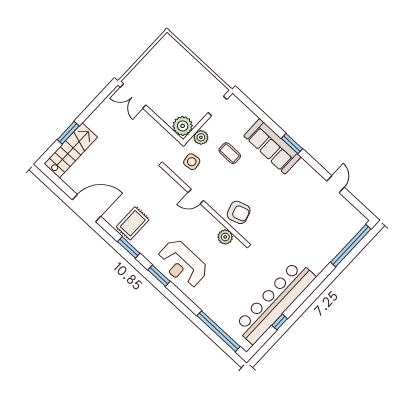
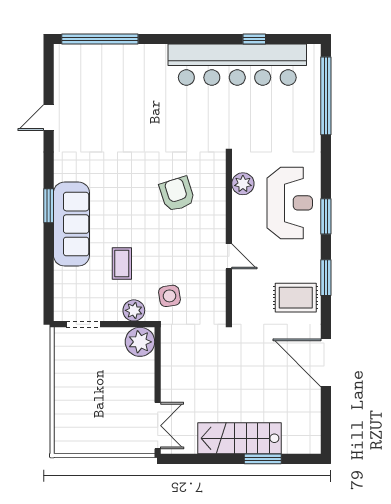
stairs: (71, 150) -> (239, 438), moved
door: (196, 197) -> (229, 256), moved
wall: (205, 205) -> (229, 238), moved
plant: (225, 237) -> (243, 184), moved

